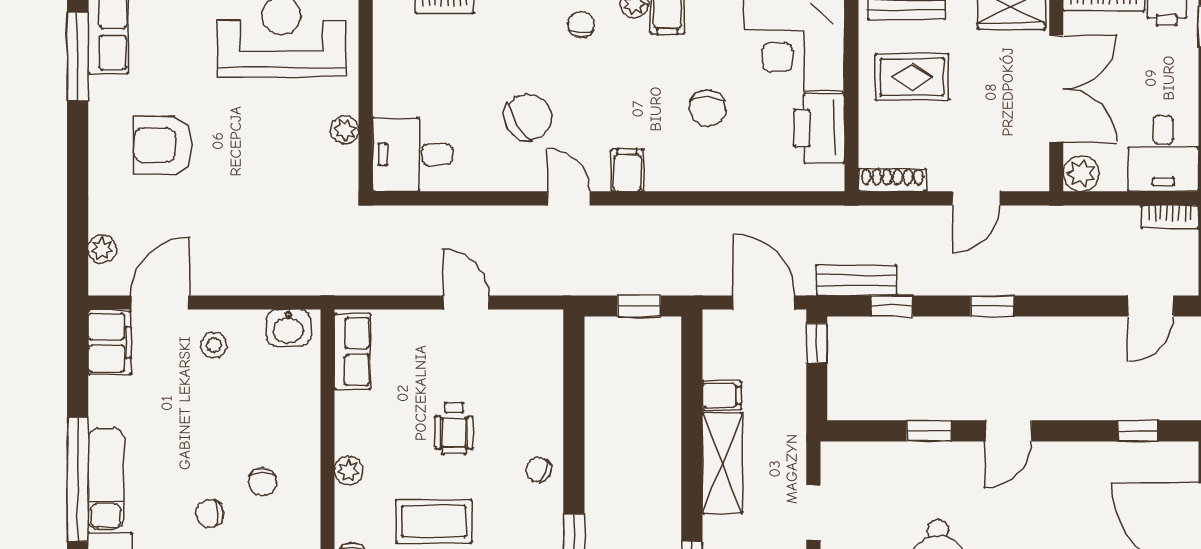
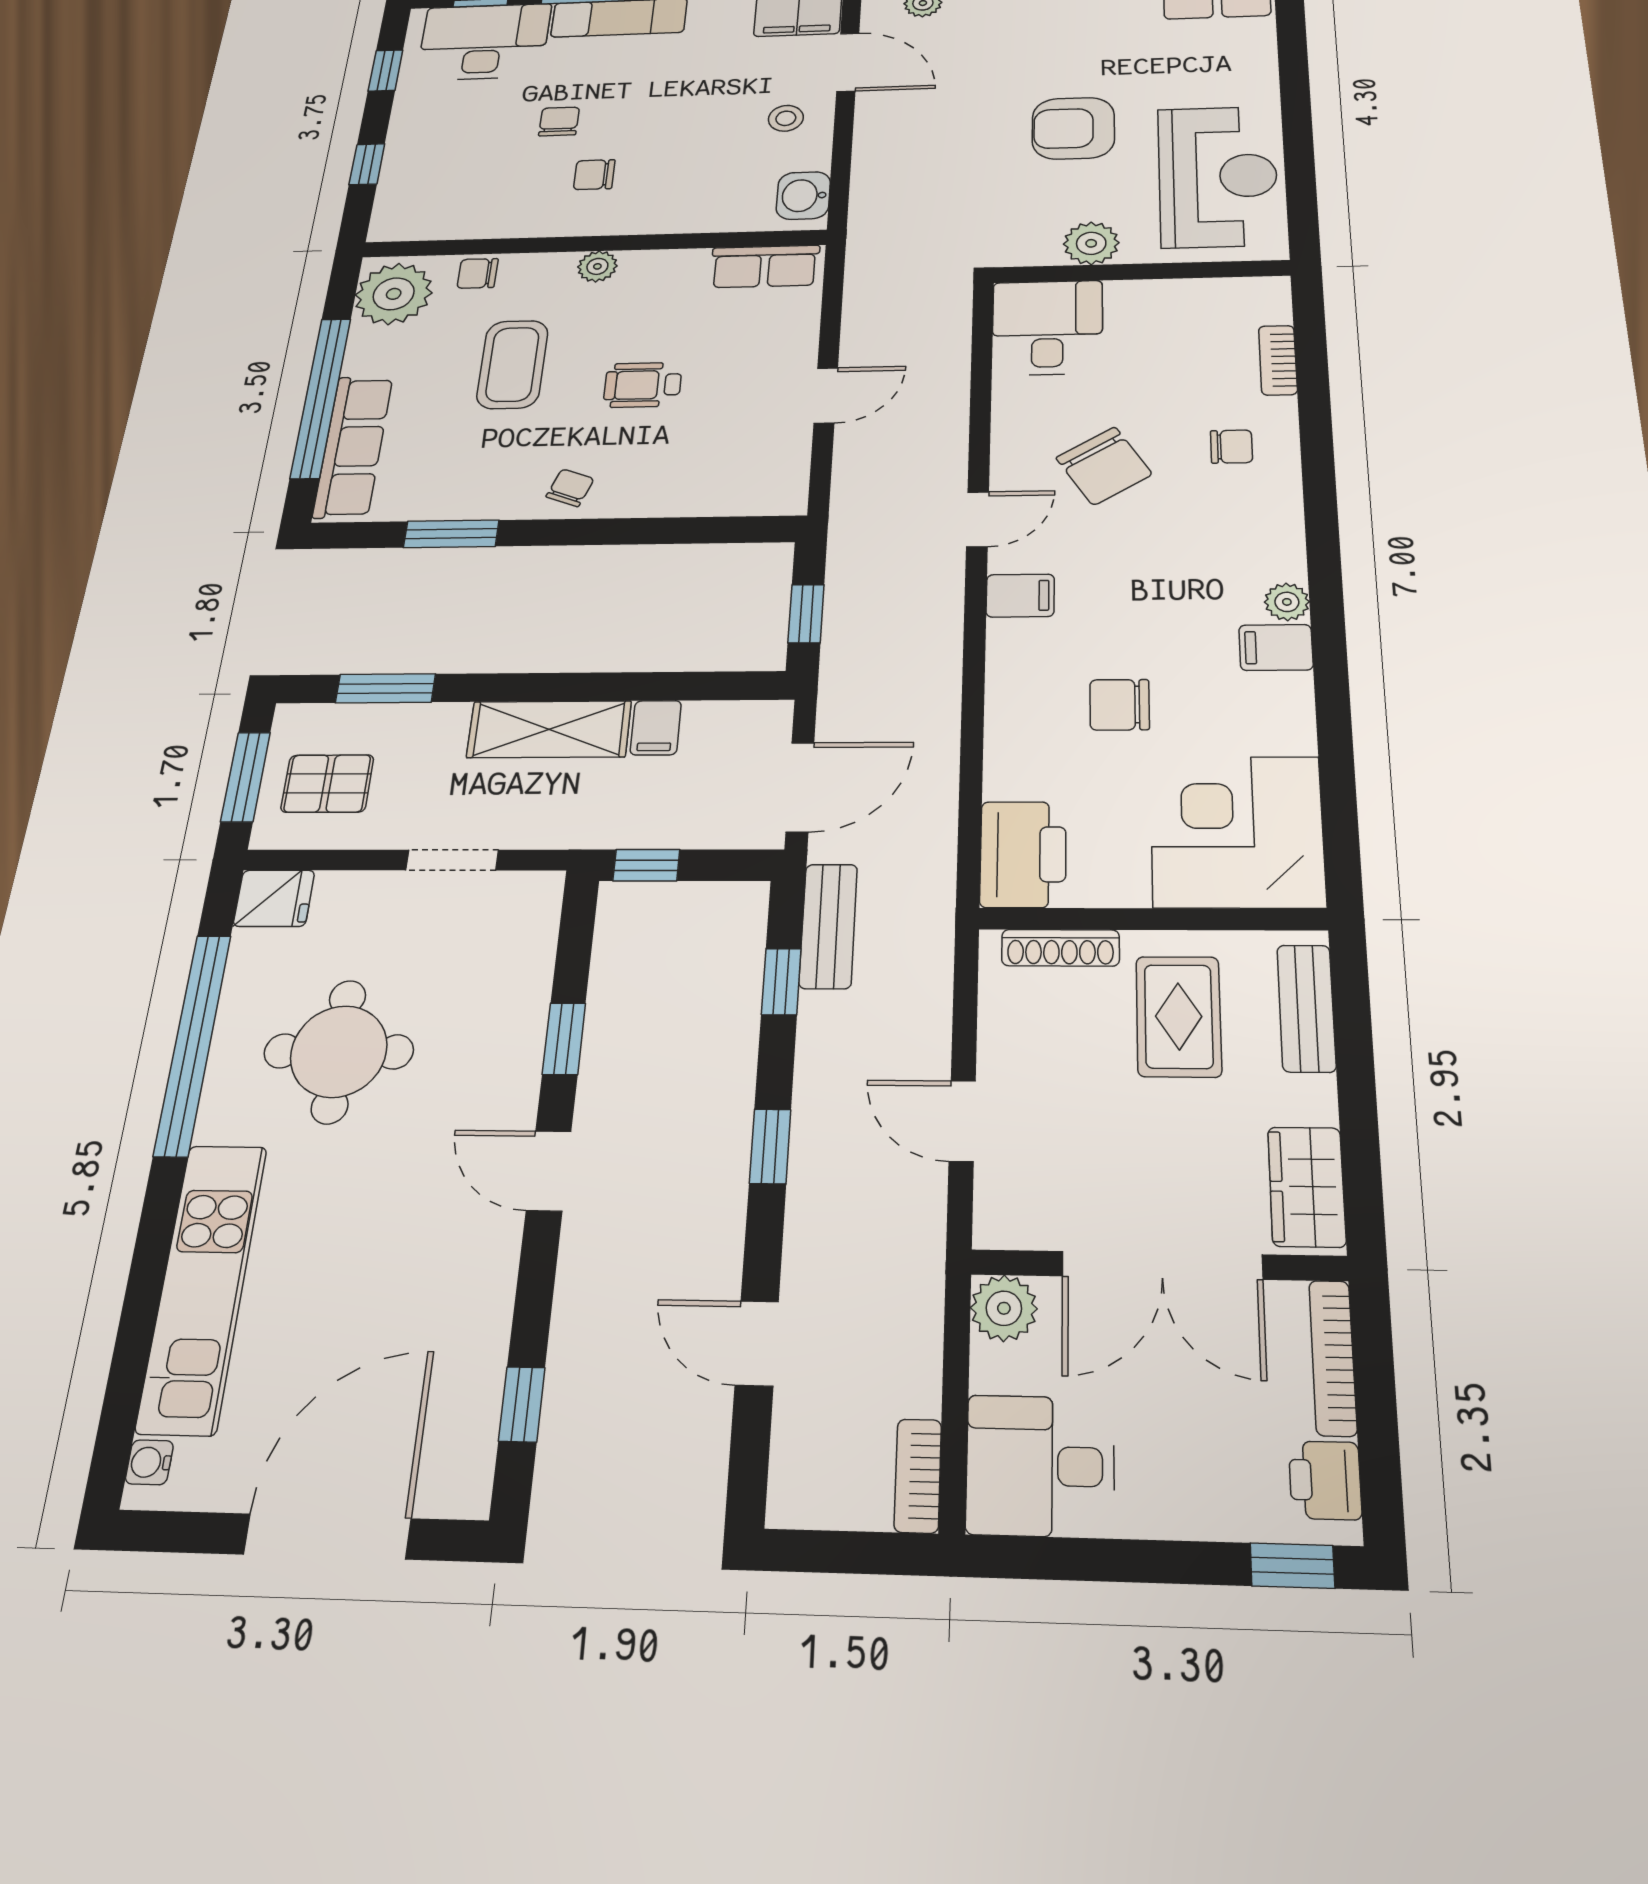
chair: (581, 24) -> (1231, 447), moved
printer: (819, 128) -> (1023, 854), moved, turned 90
plant: (345, 130) -> (1091, 243), width x1.38, depth x1.38
armchair: (163, 145) -> (1073, 128), moved, turned -90
shoe rack: (892, 180) -> (1060, 948), moved, turned 90
door: (1151, 306) -> (757, 1343), moved
window: (817, 343) -> (646, 865), moved

